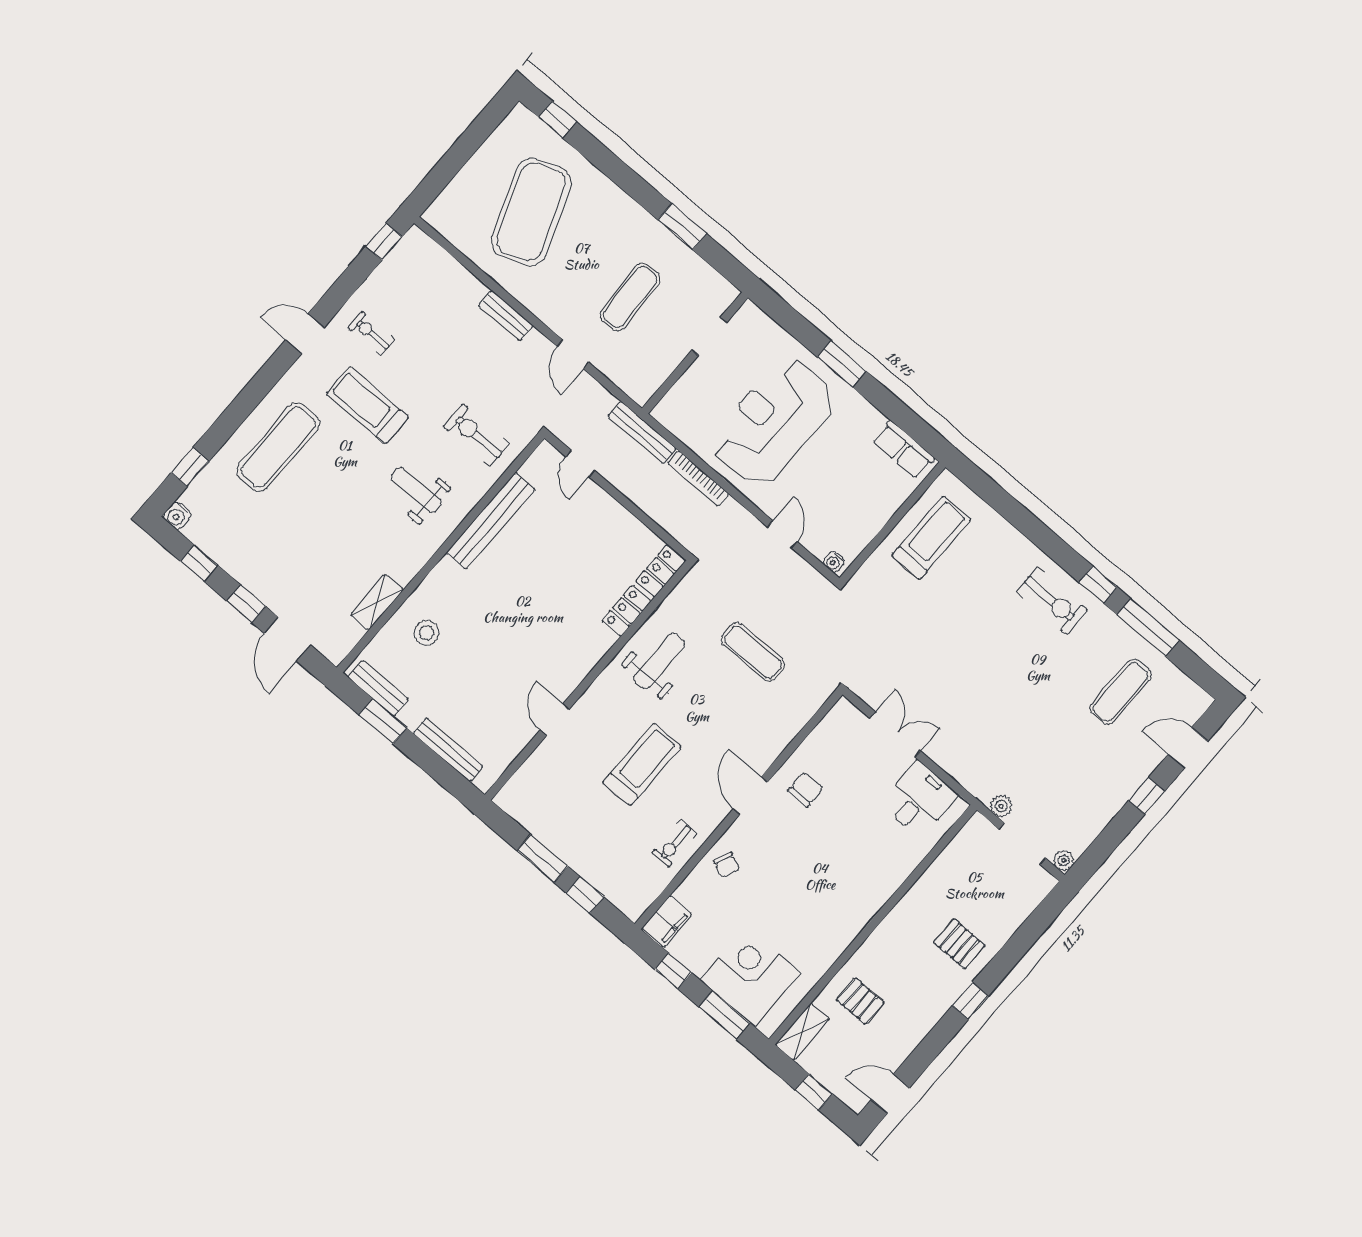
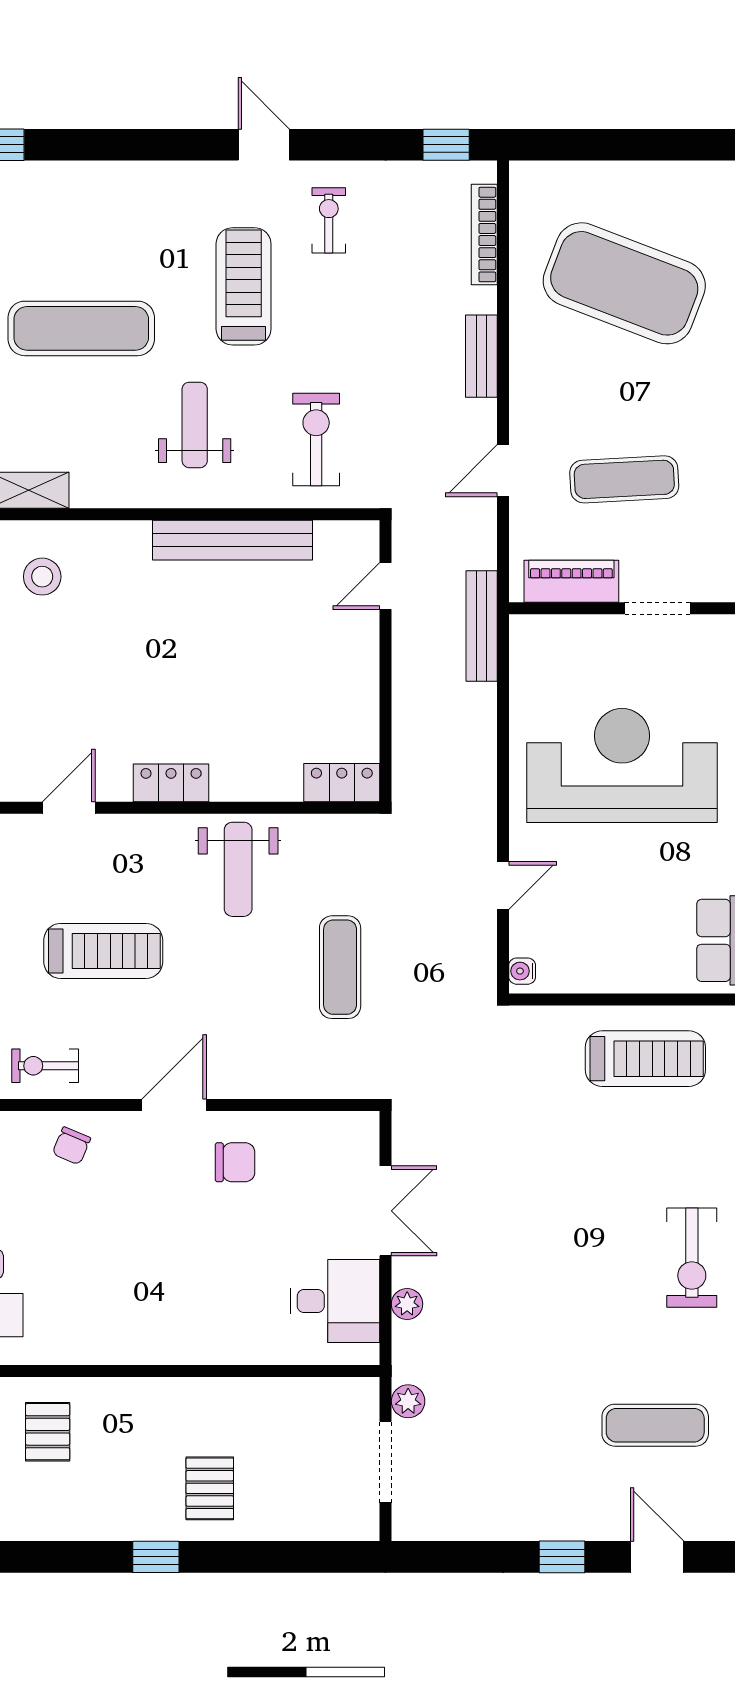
exercise mat: (531, 212) -> (624, 283), turned 42
piano: (659, 368) -> (571, 581), added
exercise mat: (278, 447) -> (81, 328), moved
bookcase: (698, 478) -> (484, 235), moved
locker: (626, 611) -> (171, 783), moved
weight bench: (659, 661) -> (238, 869), turned 90
plant: (1064, 860) -> (407, 1304), moved

